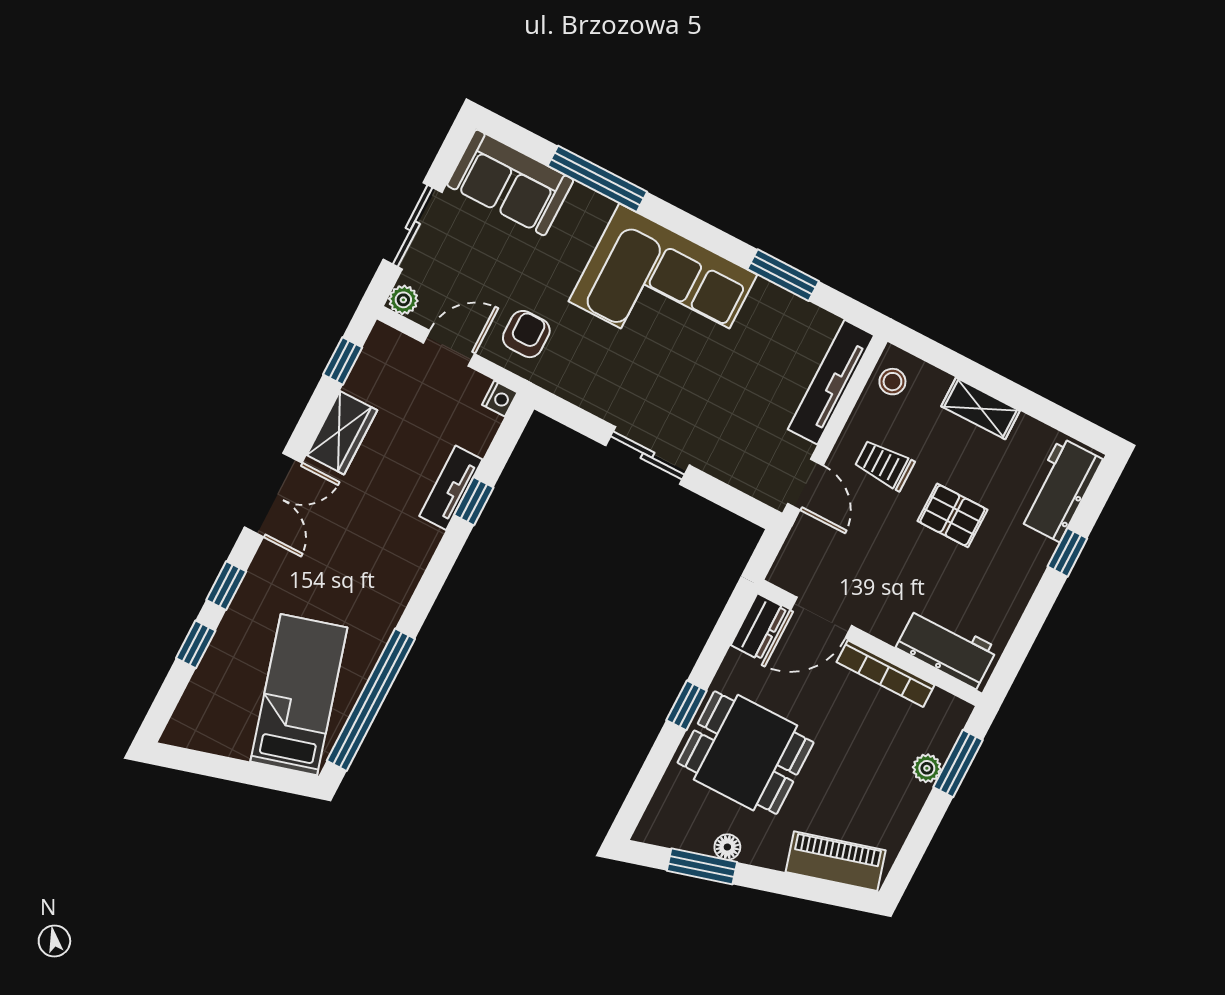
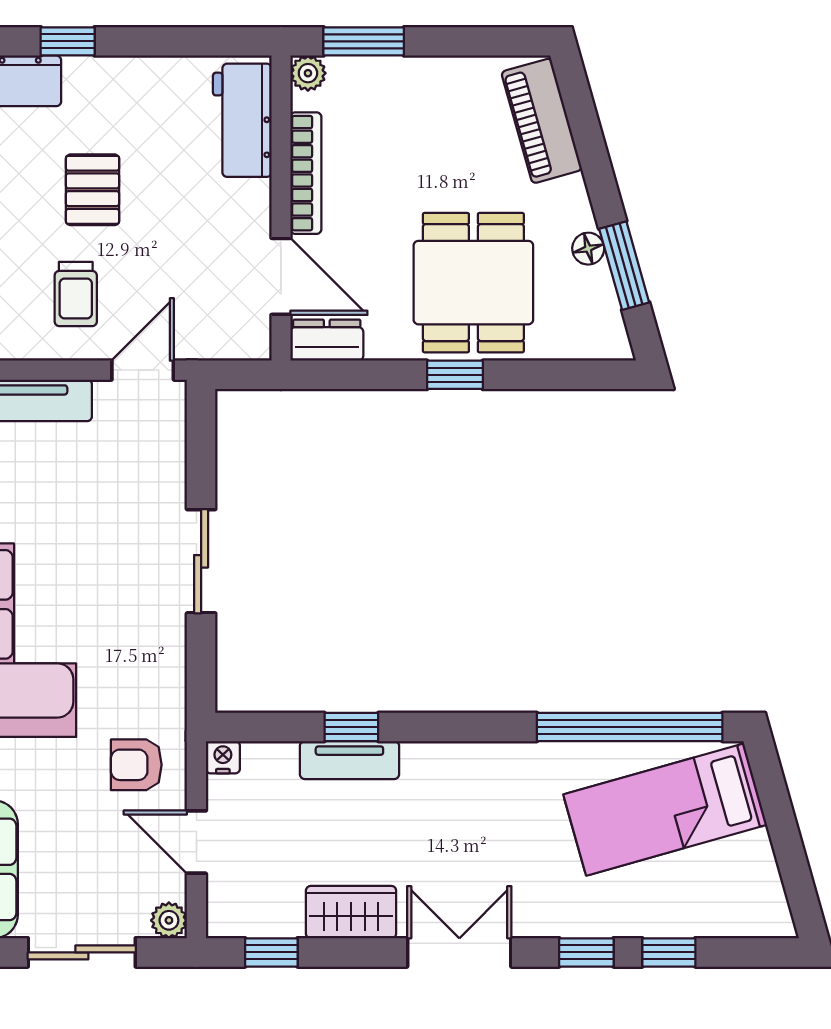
plant: (927, 768) -> (308, 73), moved

